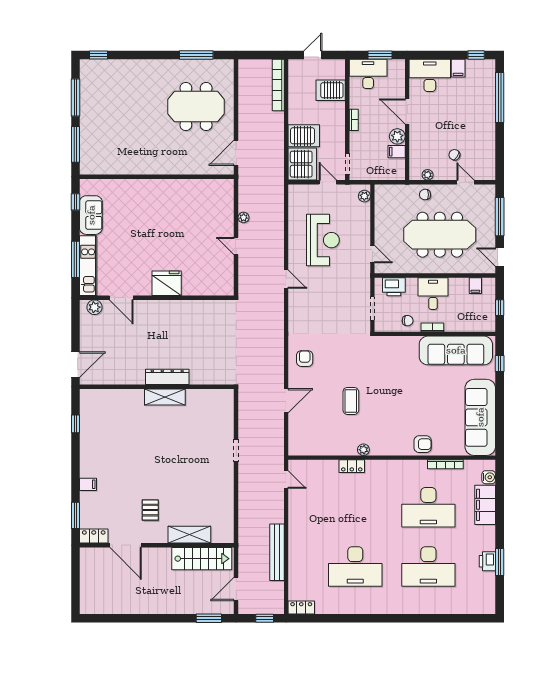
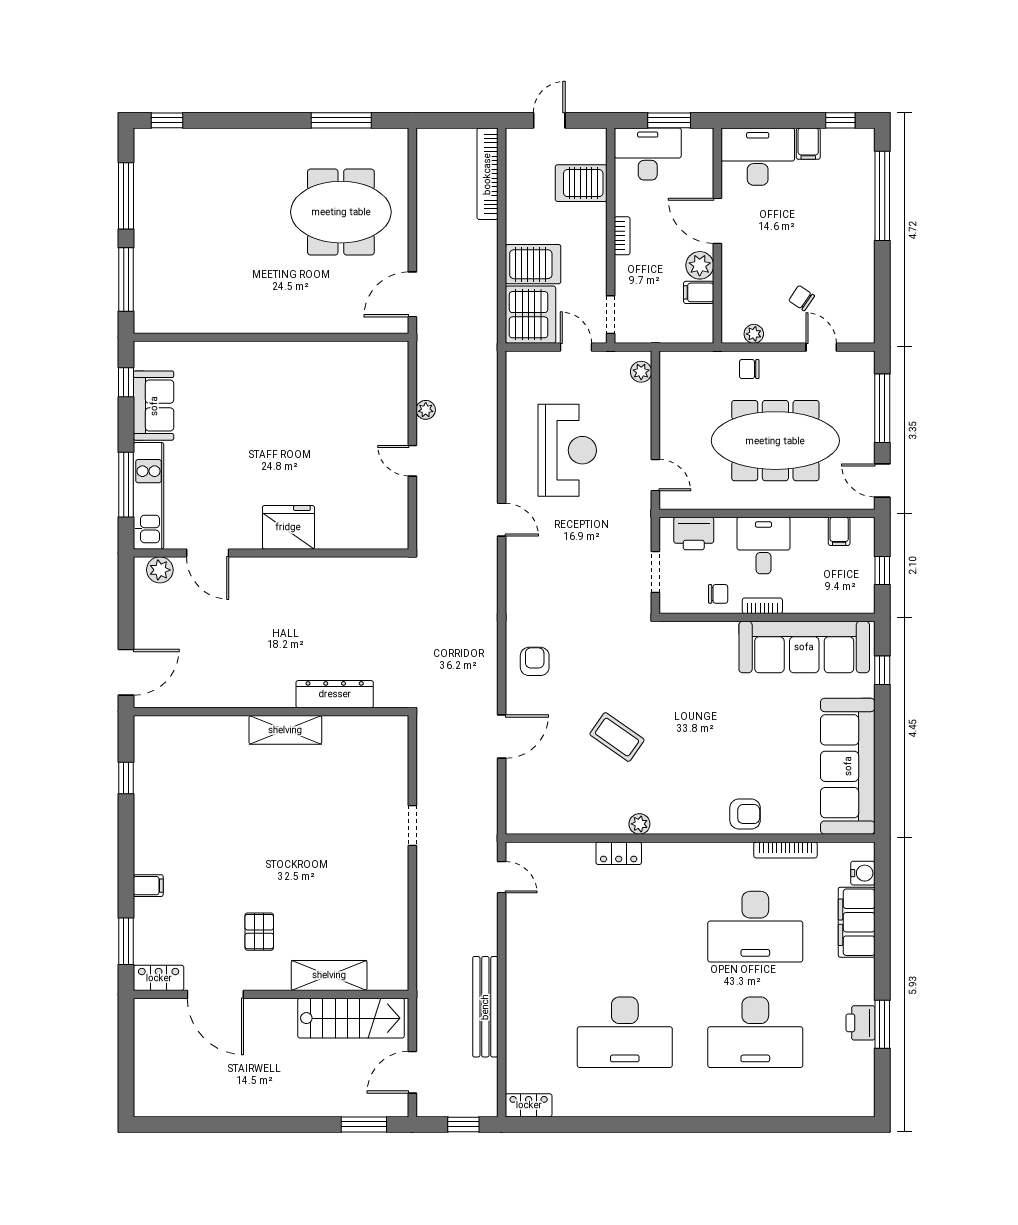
dresser: (167, 377) -> (335, 694), moved
coffee table: (351, 401) -> (617, 737), turned -55

